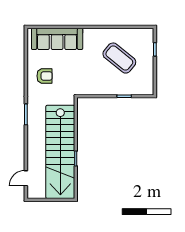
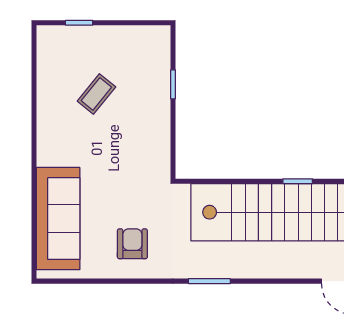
coffee table: (119, 58) -> (96, 94), width x0.54, depth x0.58

